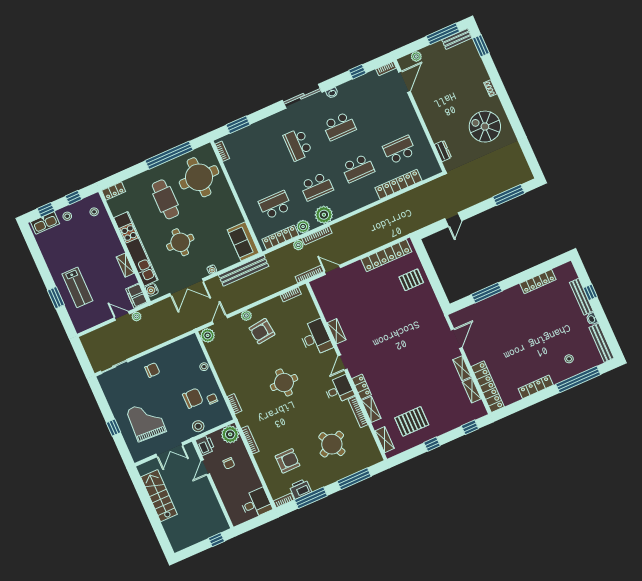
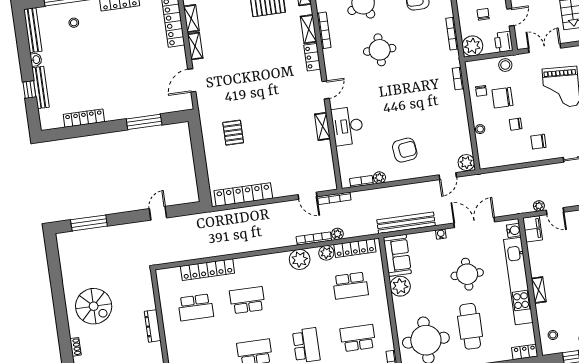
dresser: (443, 151) -> (153, 326), moved, width x1.44
school desk: (317, 187) -> (358, 338), moved
plant: (233, 216) -> (400, 286), added
shelving: (125, 265) -> (539, 290), moved
pallet: (411, 280) -> (233, 133), moved, turned 90
plant: (246, 316) -> (379, 178), moved
chair: (175, 379) -> (516, 124), added
round table: (284, 383) -> (380, 50), moved
desk: (339, 390) -> (338, 61), removed

